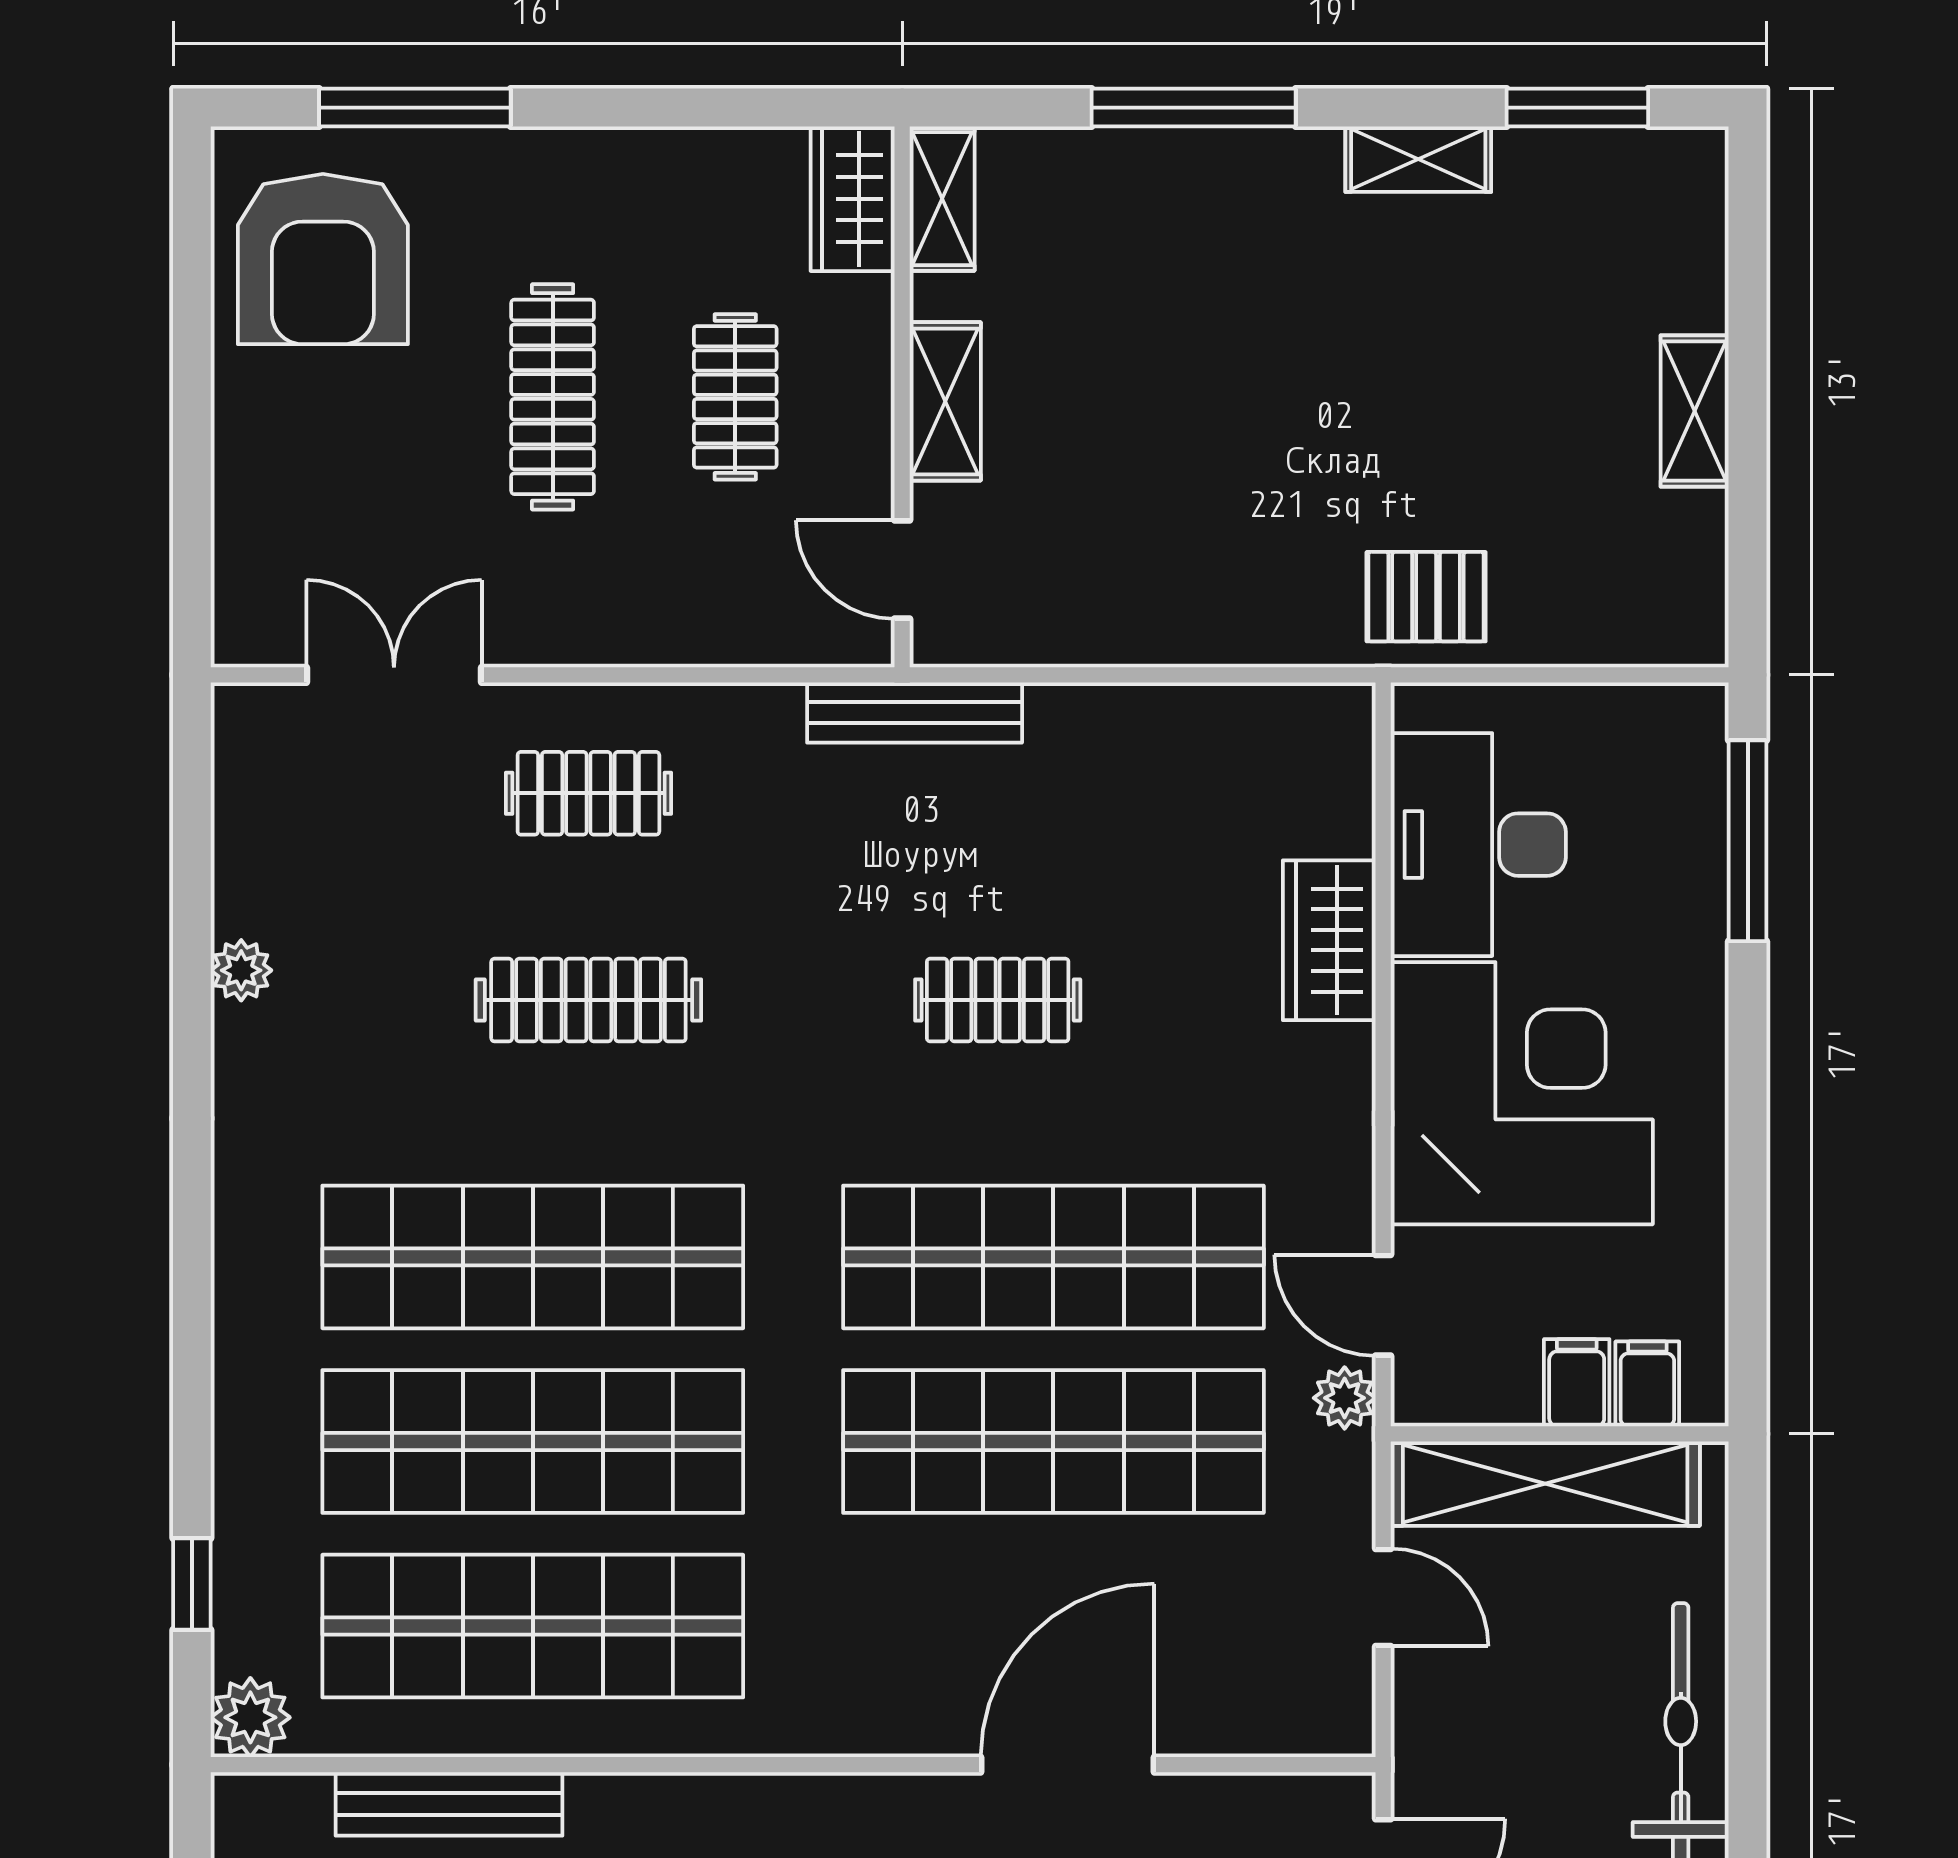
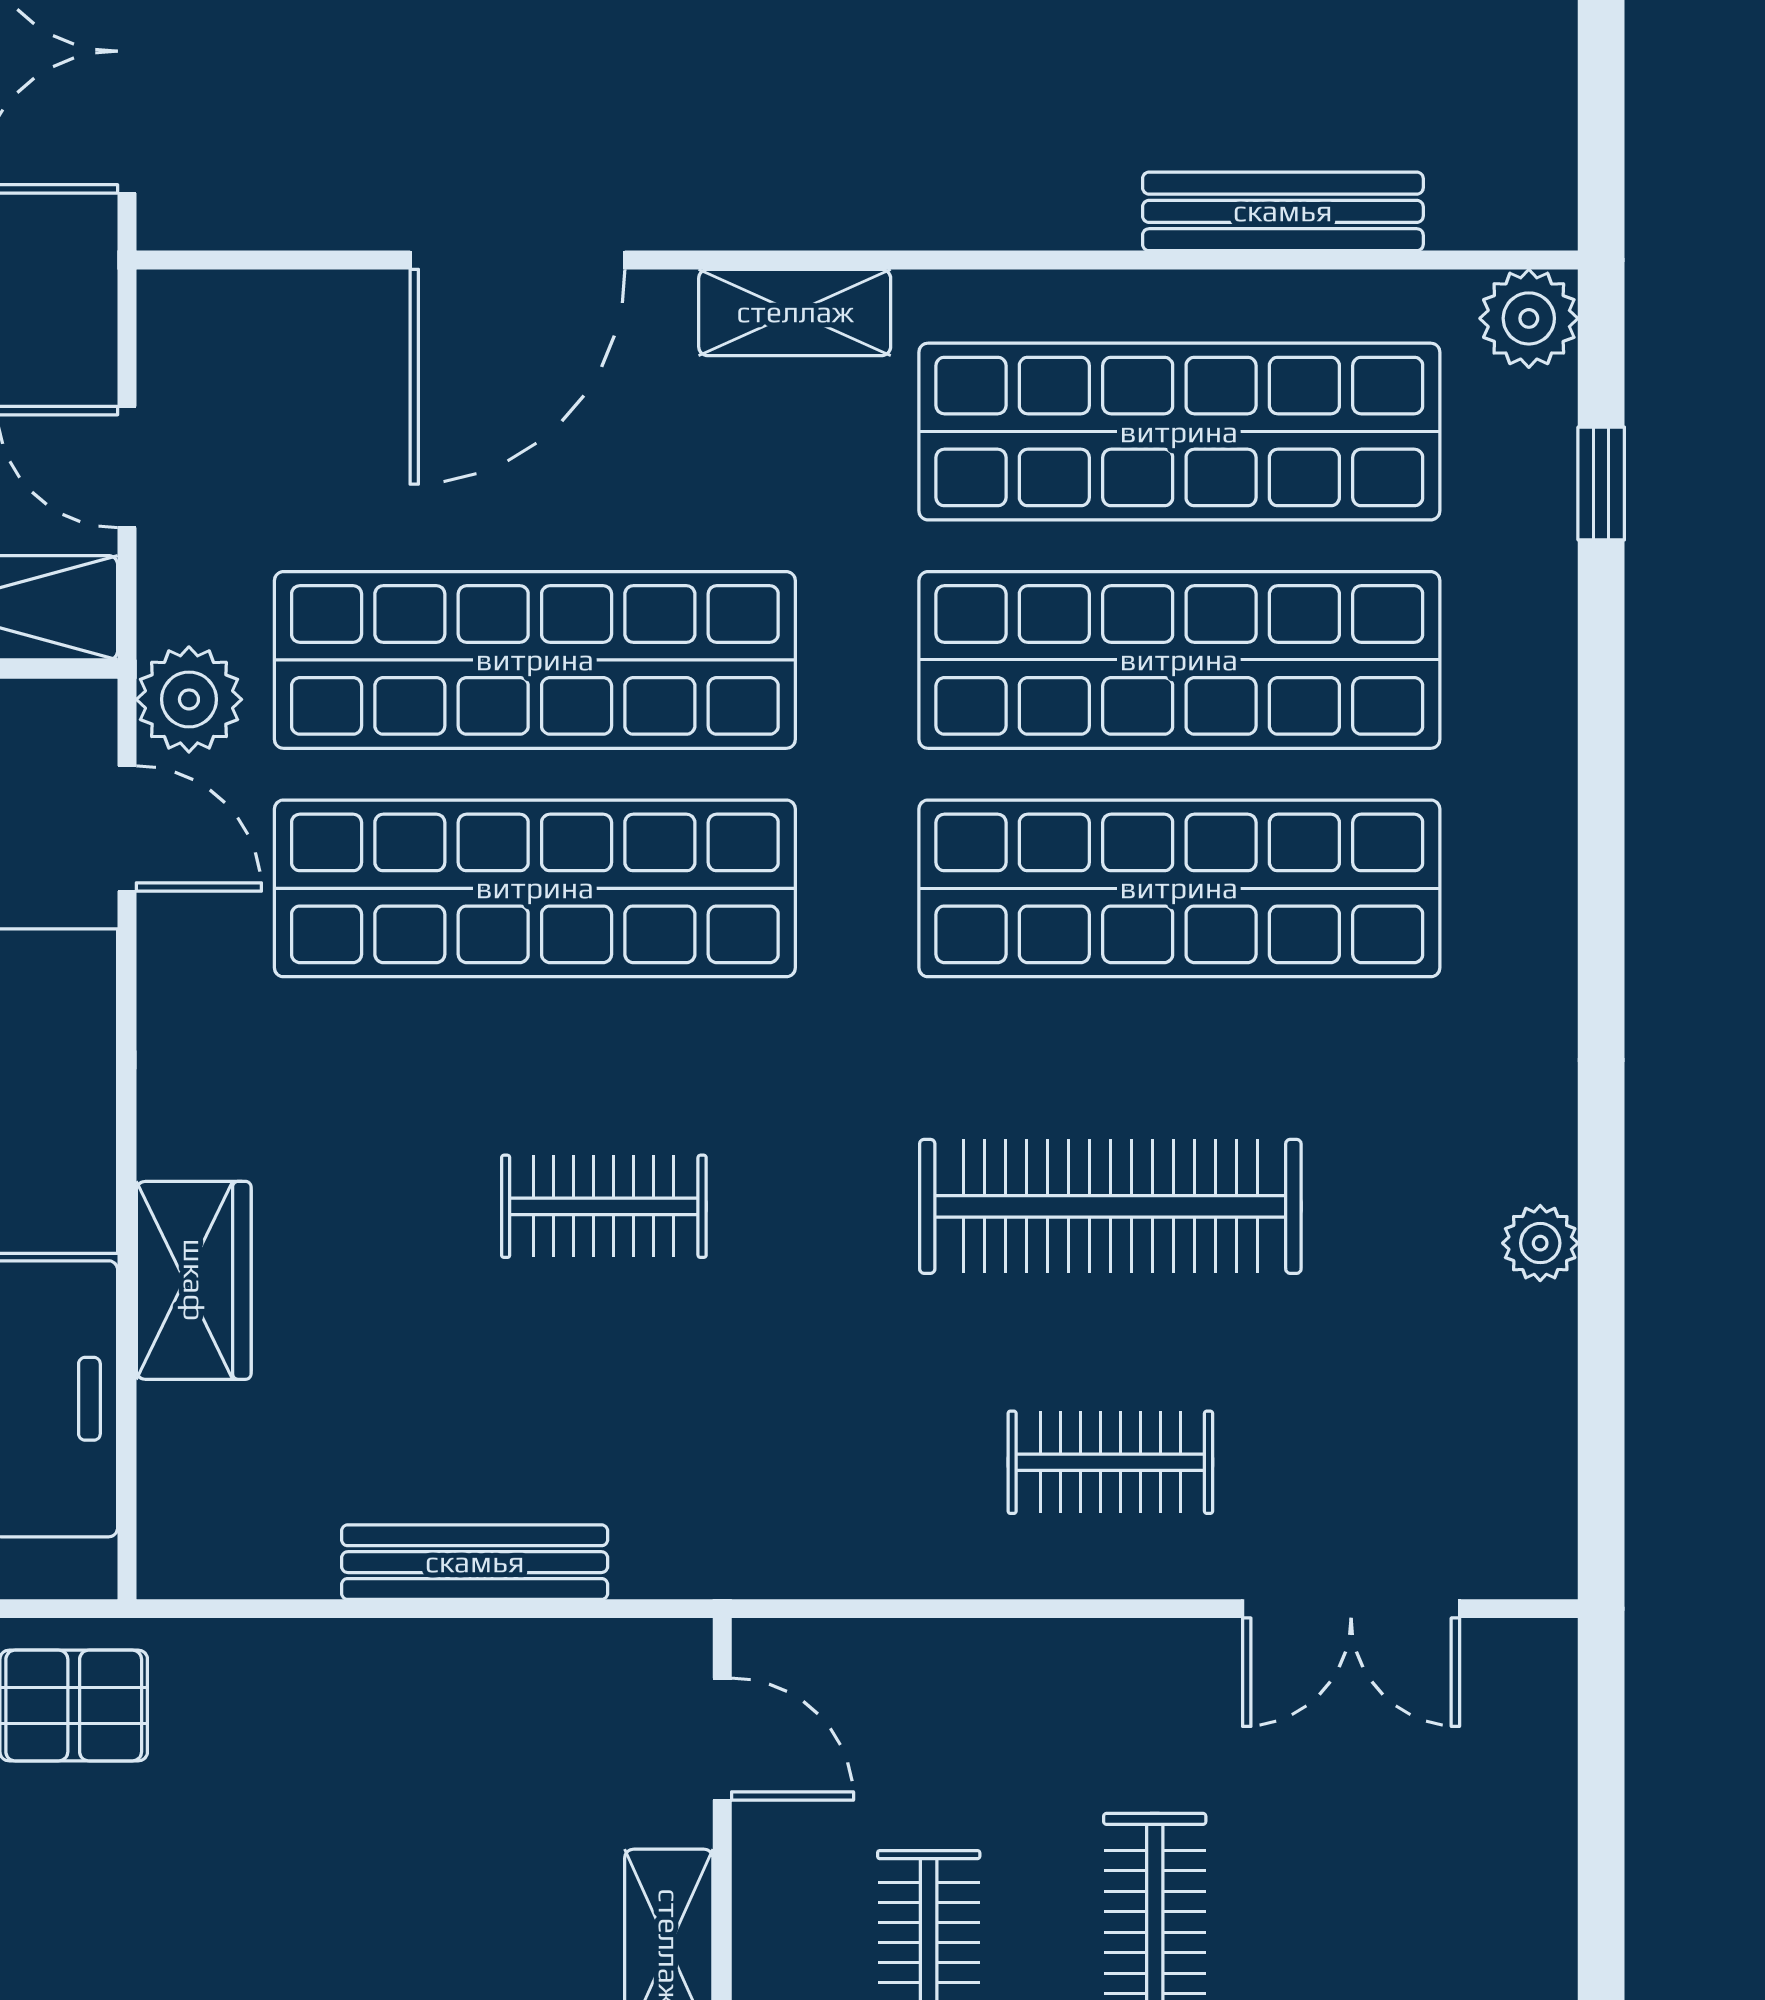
bench: (915, 713) -> (475, 1562), moved
clothes rail: (588, 1000) -> (1110, 1206), width x1.37, depth x1.31
plant: (1345, 1398) -> (189, 699), width x1.38, depth x1.38
shelving: (844, 1722) -> (795, 312), added

